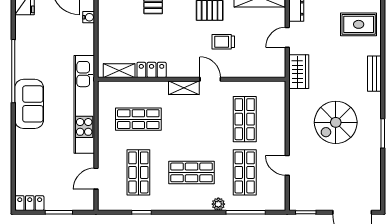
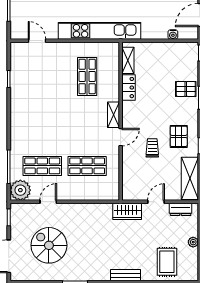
door: (287, 37) -> (156, 202), hinge flipped
spiral stairs: (336, 122) -> (49, 245), moved
shop shelf: (138, 172) -> (42, 76), removed
shop shelf: (192, 172) -> (42, 121), removed
plant: (218, 204) -> (20, 190), moved, width x1.88, depth x1.88

